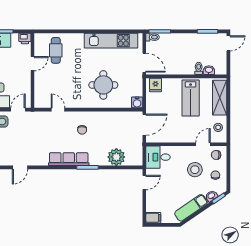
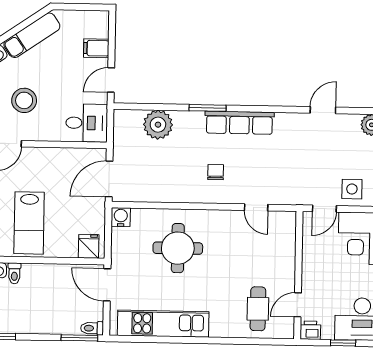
door: (33, 64) -> (298, 305), moved
lab bench: (191, 98) -> (29, 223), turned 180
filing cabinet: (153, 218) -> (96, 48), moved

